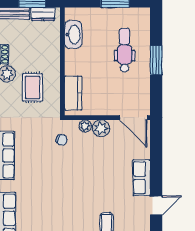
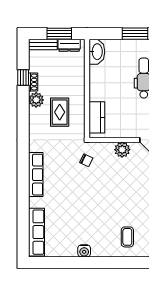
washbasin: (73, 35) -> (97, 52), moved
plant: (85, 126) -> (108, 147), removed

